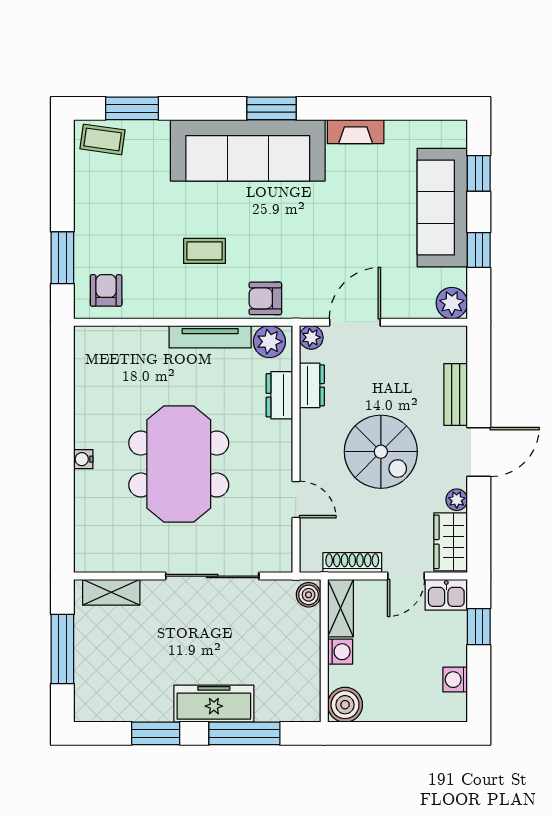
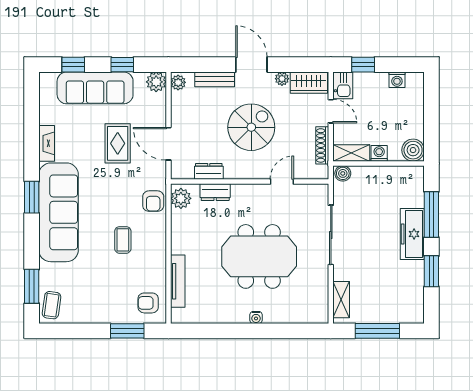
rug: (355, 243) -> (118, 143), added
tv unit: (210, 337) -> (178, 281), moved
plant: (311, 337) -> (178, 82), moved

